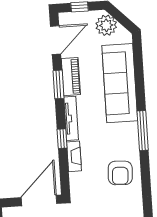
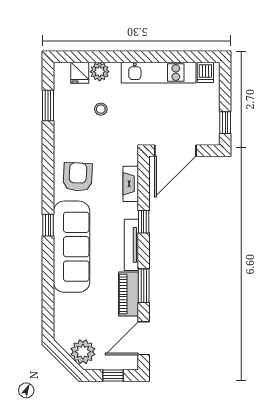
sofa: (120, 83) -> (72, 247), moved
window: (143, 131) -> (48, 225), width x0.46
fireplace: (74, 156) -> (131, 184), moved

